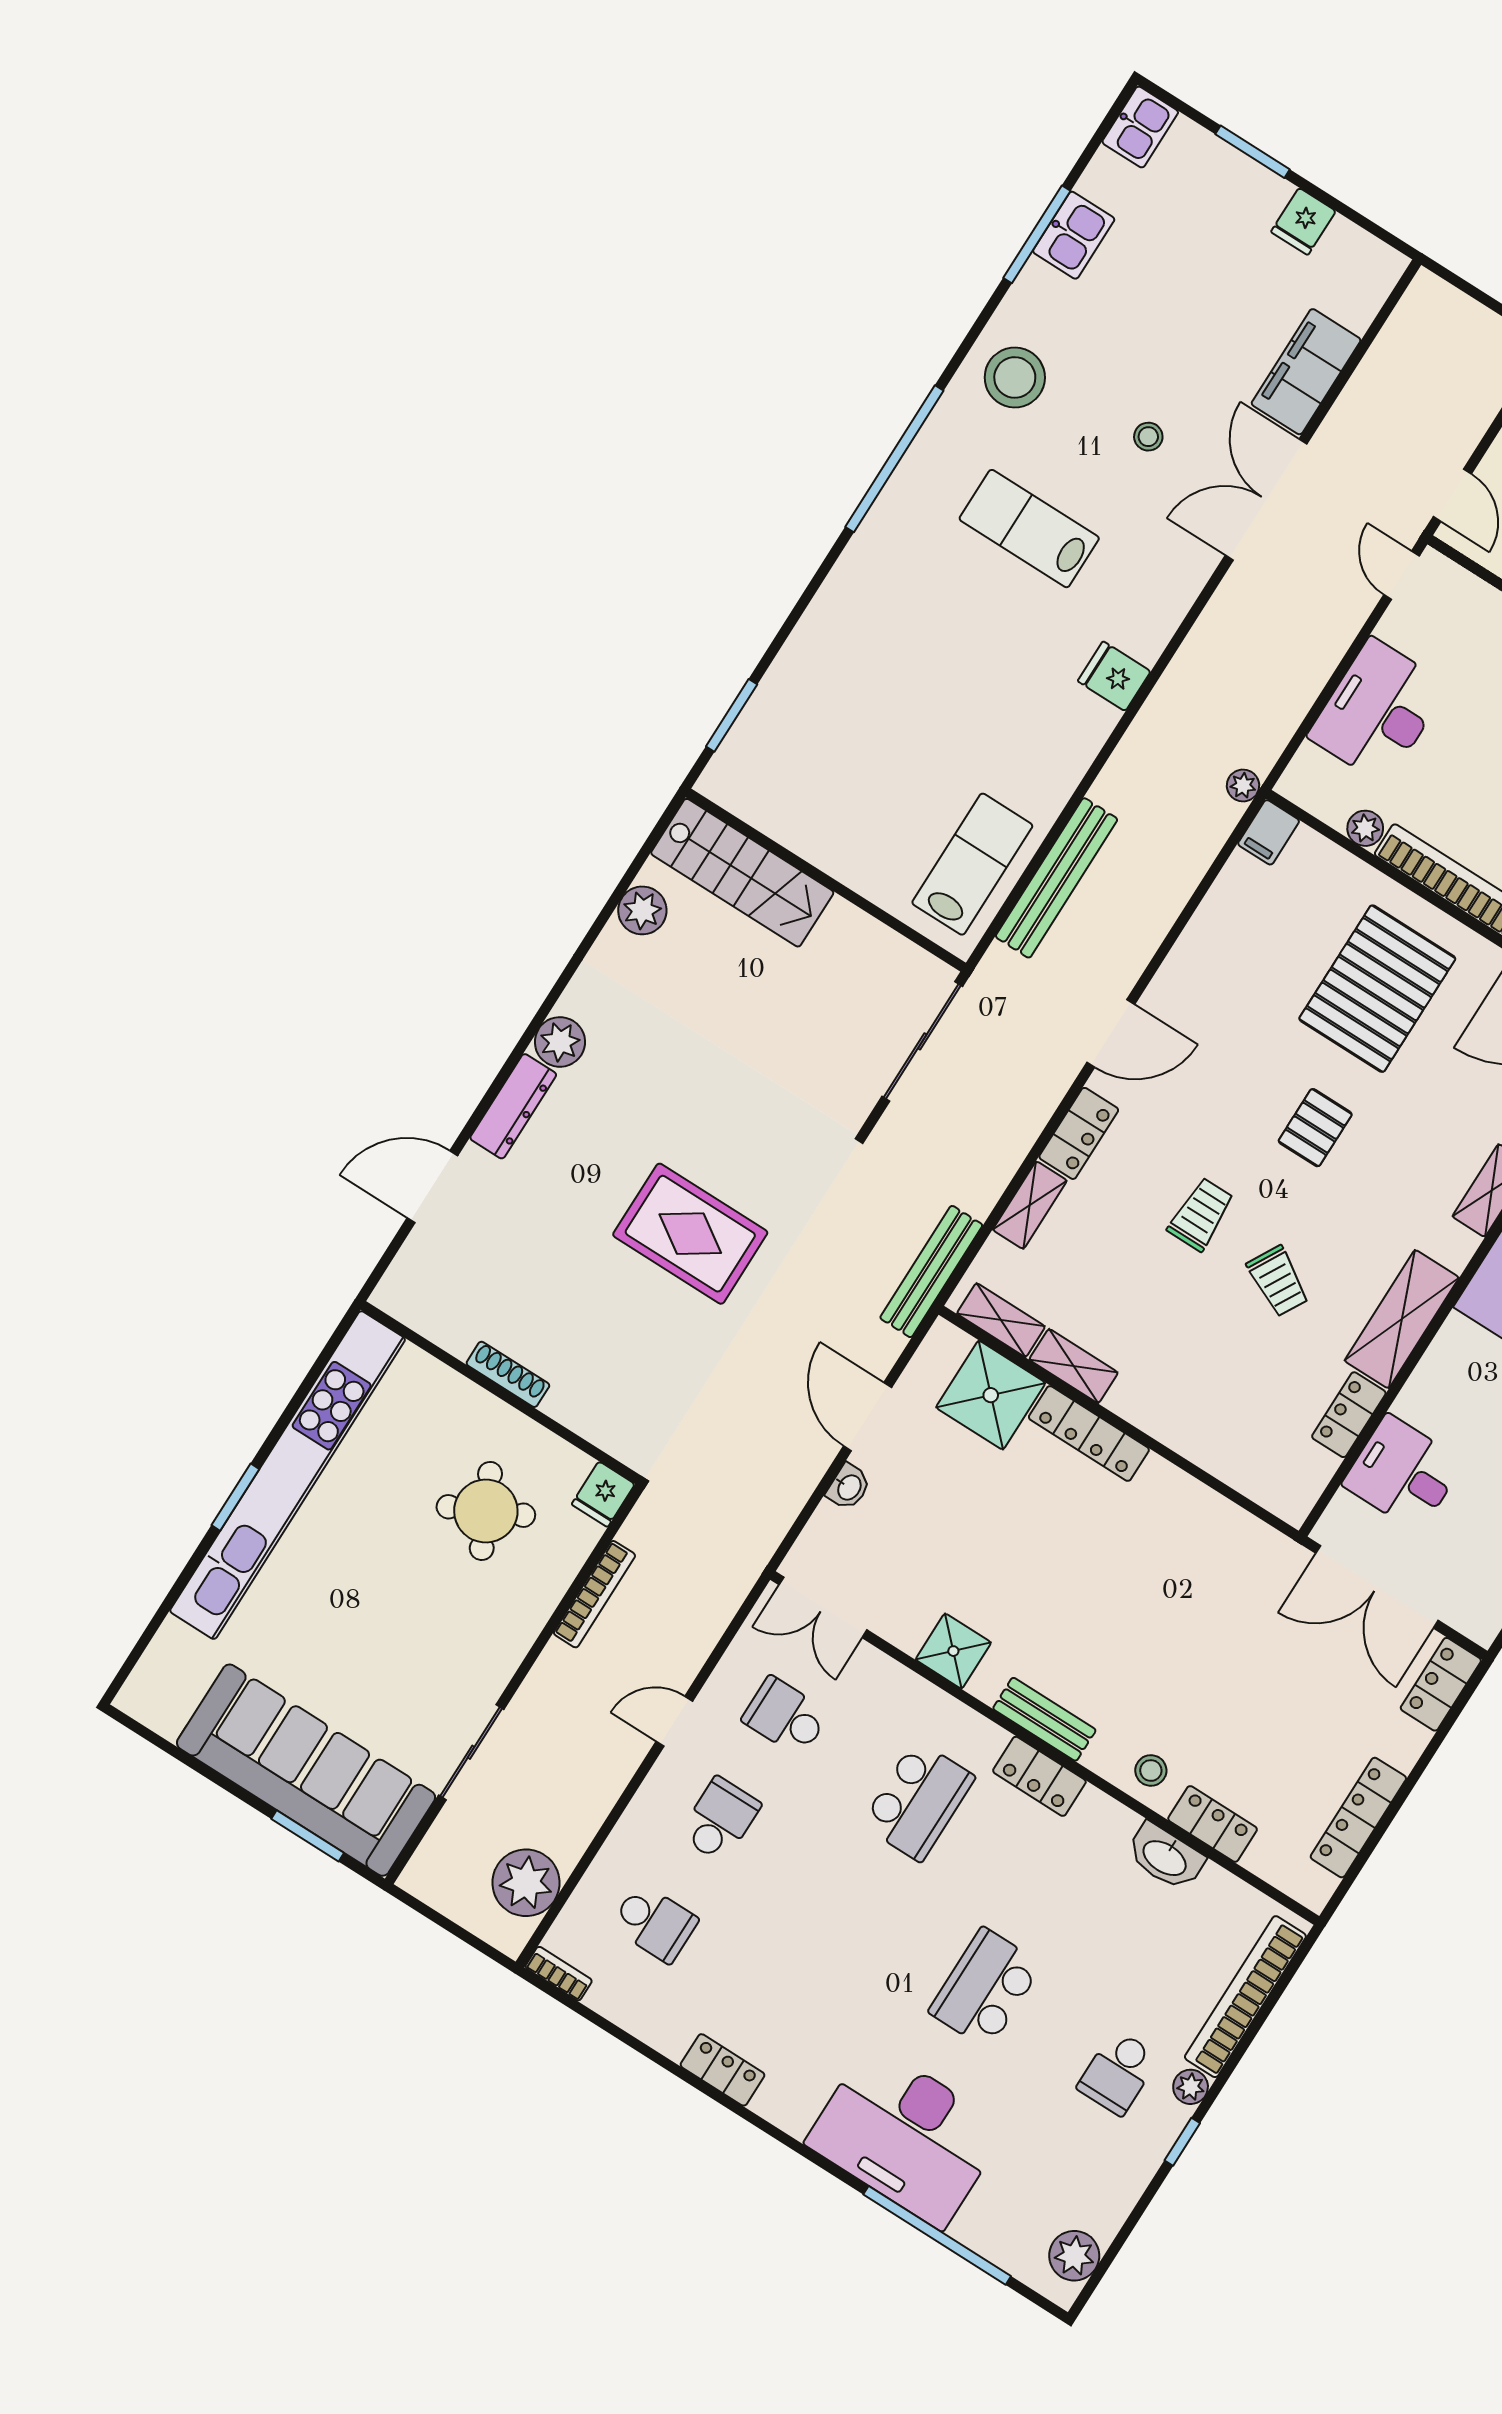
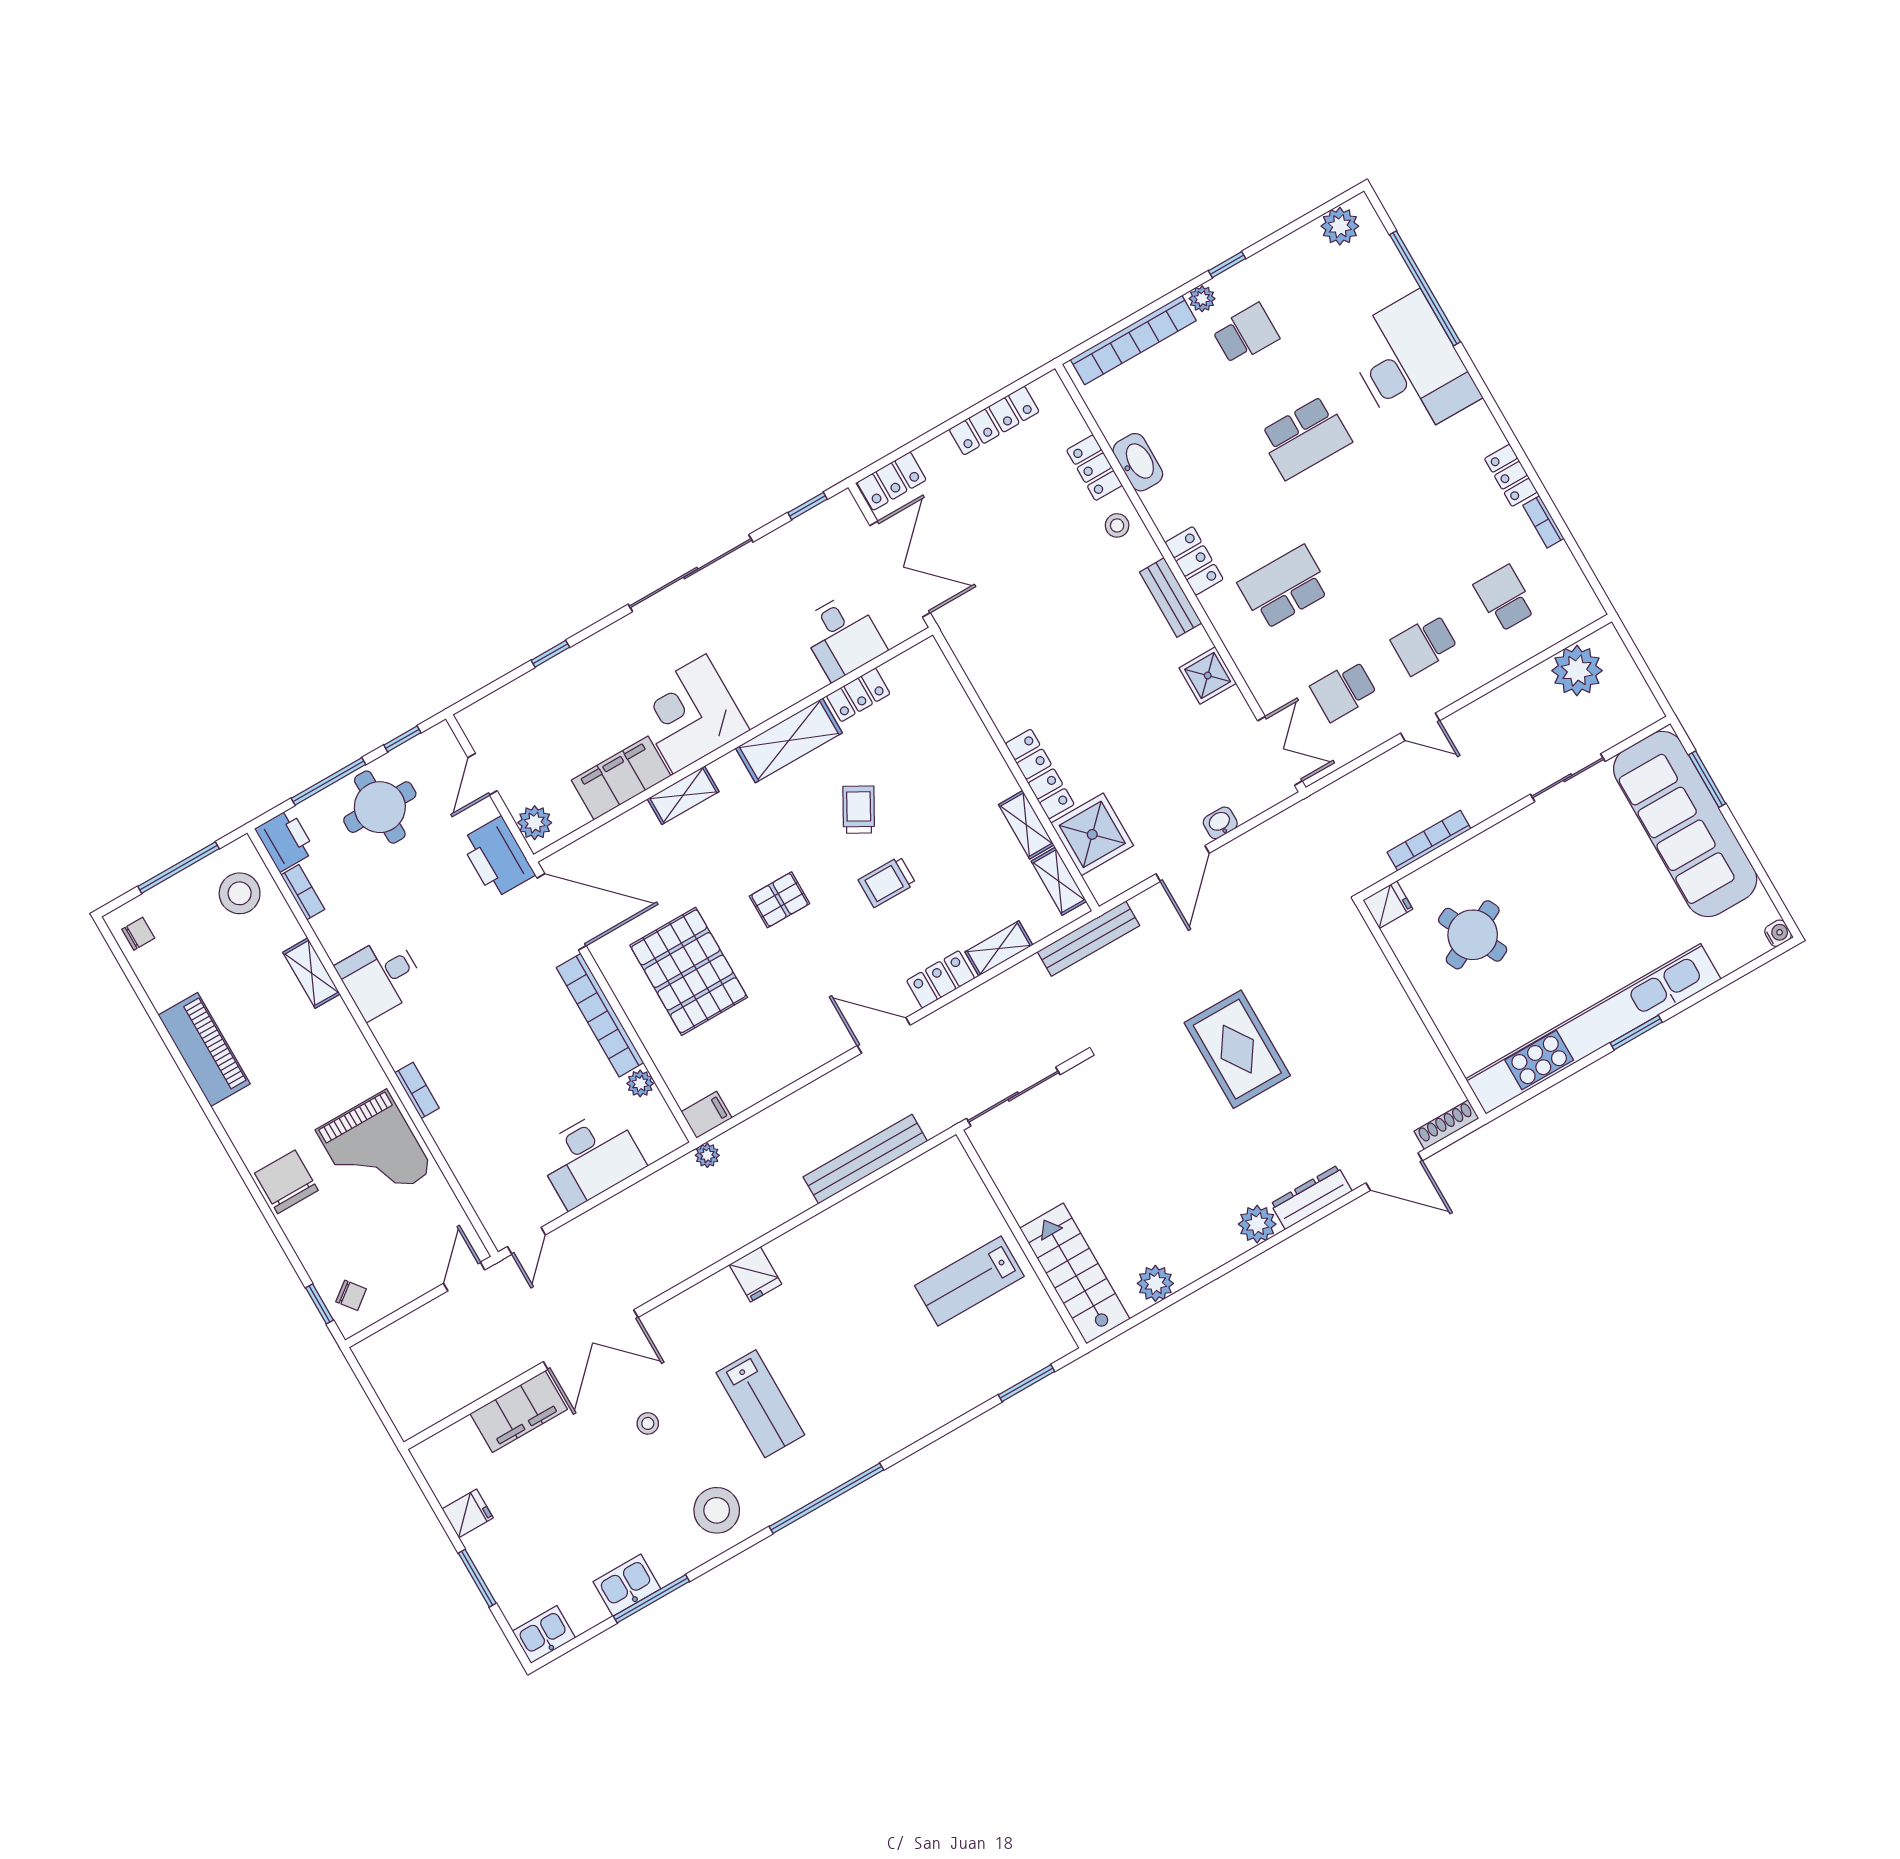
lab bench: (972, 864) -> (969, 1281), moved
pallet: (1377, 989) -> (689, 971), turned 90
shoe rack: (508, 1374) -> (1446, 1125), moved, turned 90
water cooler: (131, 1700) -> (1778, 933), added
school desk: (785, 1717) -> (1344, 691), turned 90
bookcase: (559, 1974) -> (1543, 522), moved

